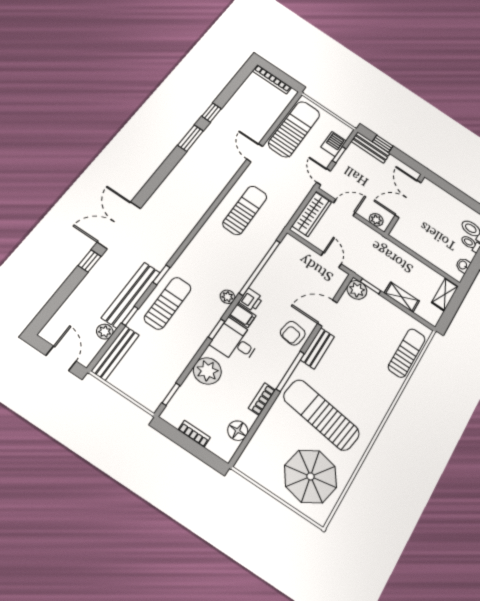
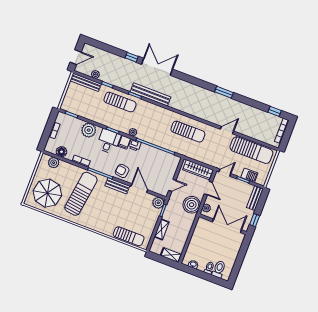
window: (212, 113) -> (275, 111), moved
window: (383, 144) -> (255, 220), moved
boiler: (368, 240) -> (192, 205), added
bench: (131, 295) -> (150, 94), moved
plant: (255, 450) -> (54, 163), added

